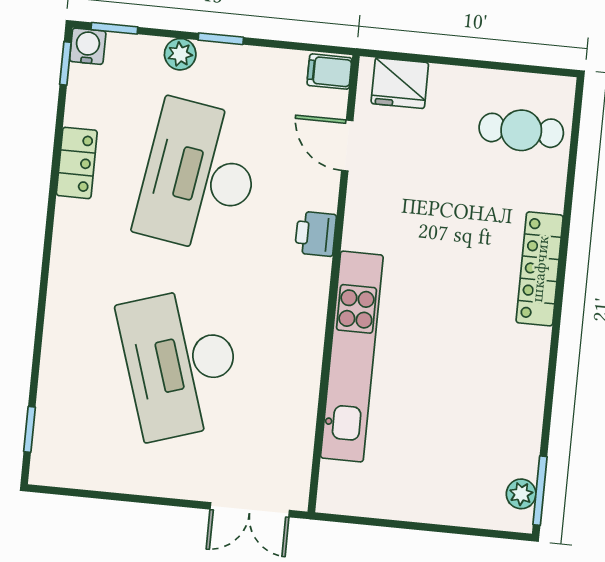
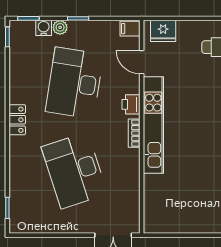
water cooler: (88, 46) -> (44, 28), moved
locker: (77, 163) -> (17, 120), moved
bookcase: (316, 296) -> (134, 133), added
kitchen unit: (352, 357) -> (153, 125), moved

